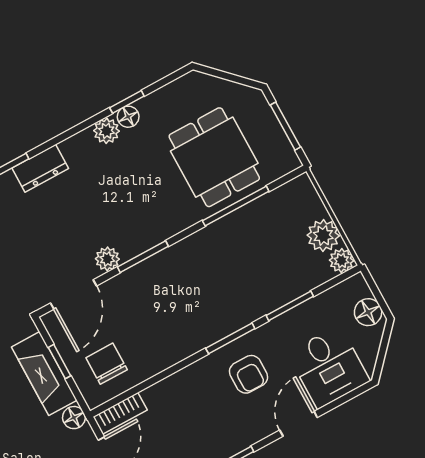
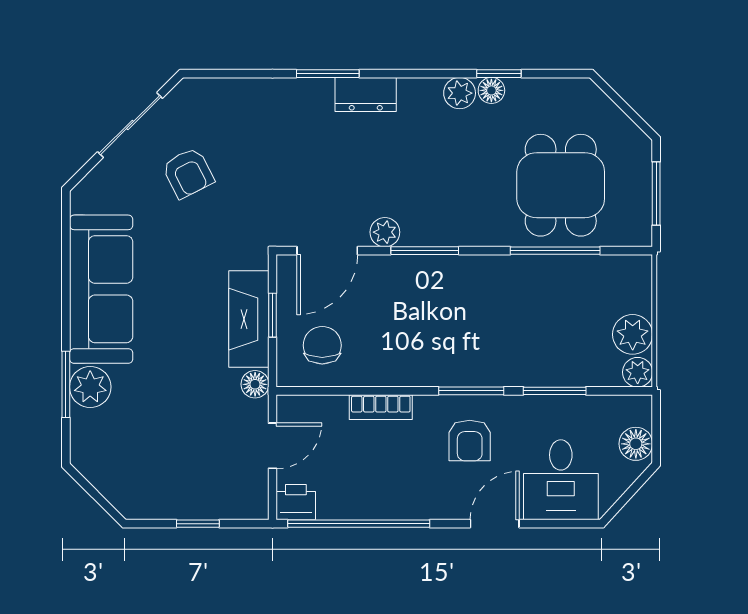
bookcase: (120, 413) -> (381, 407), moved

